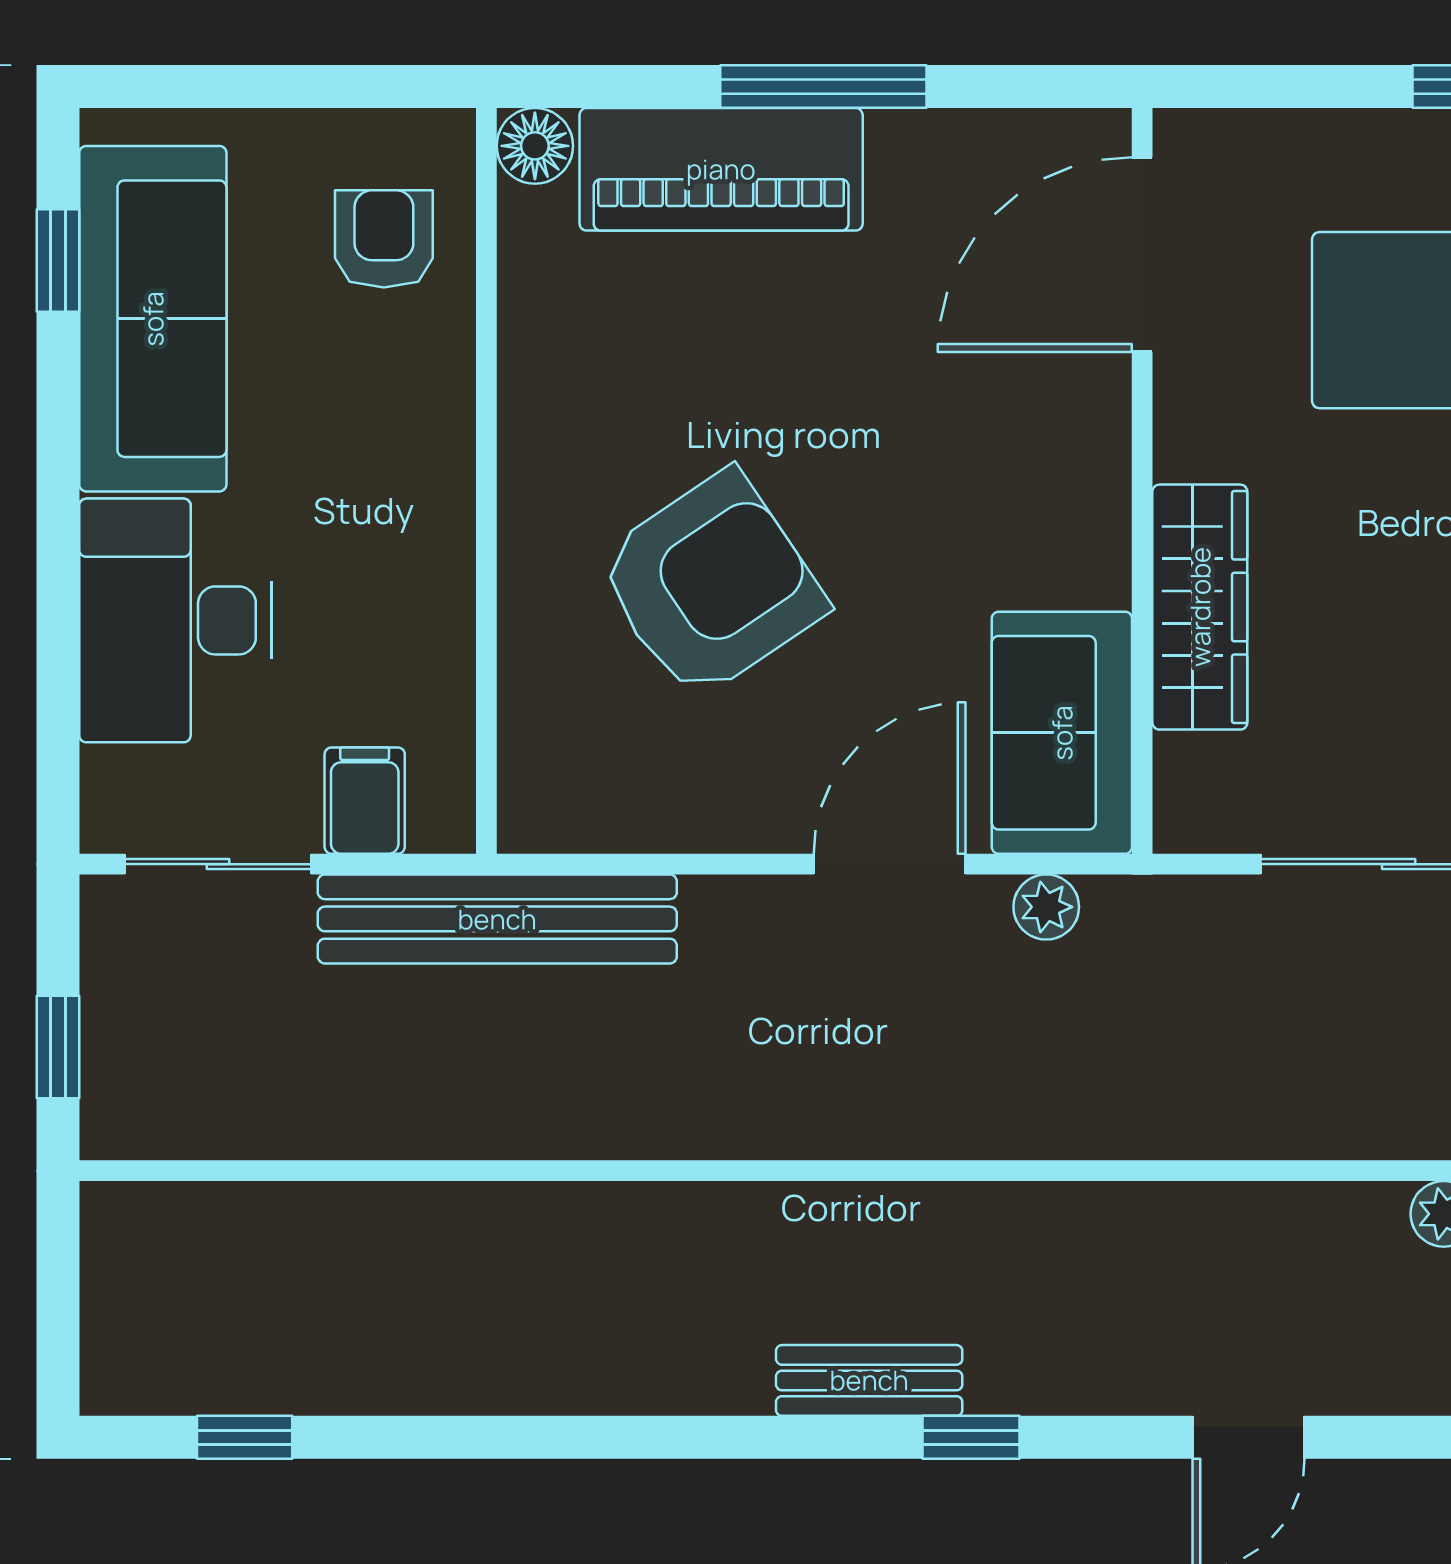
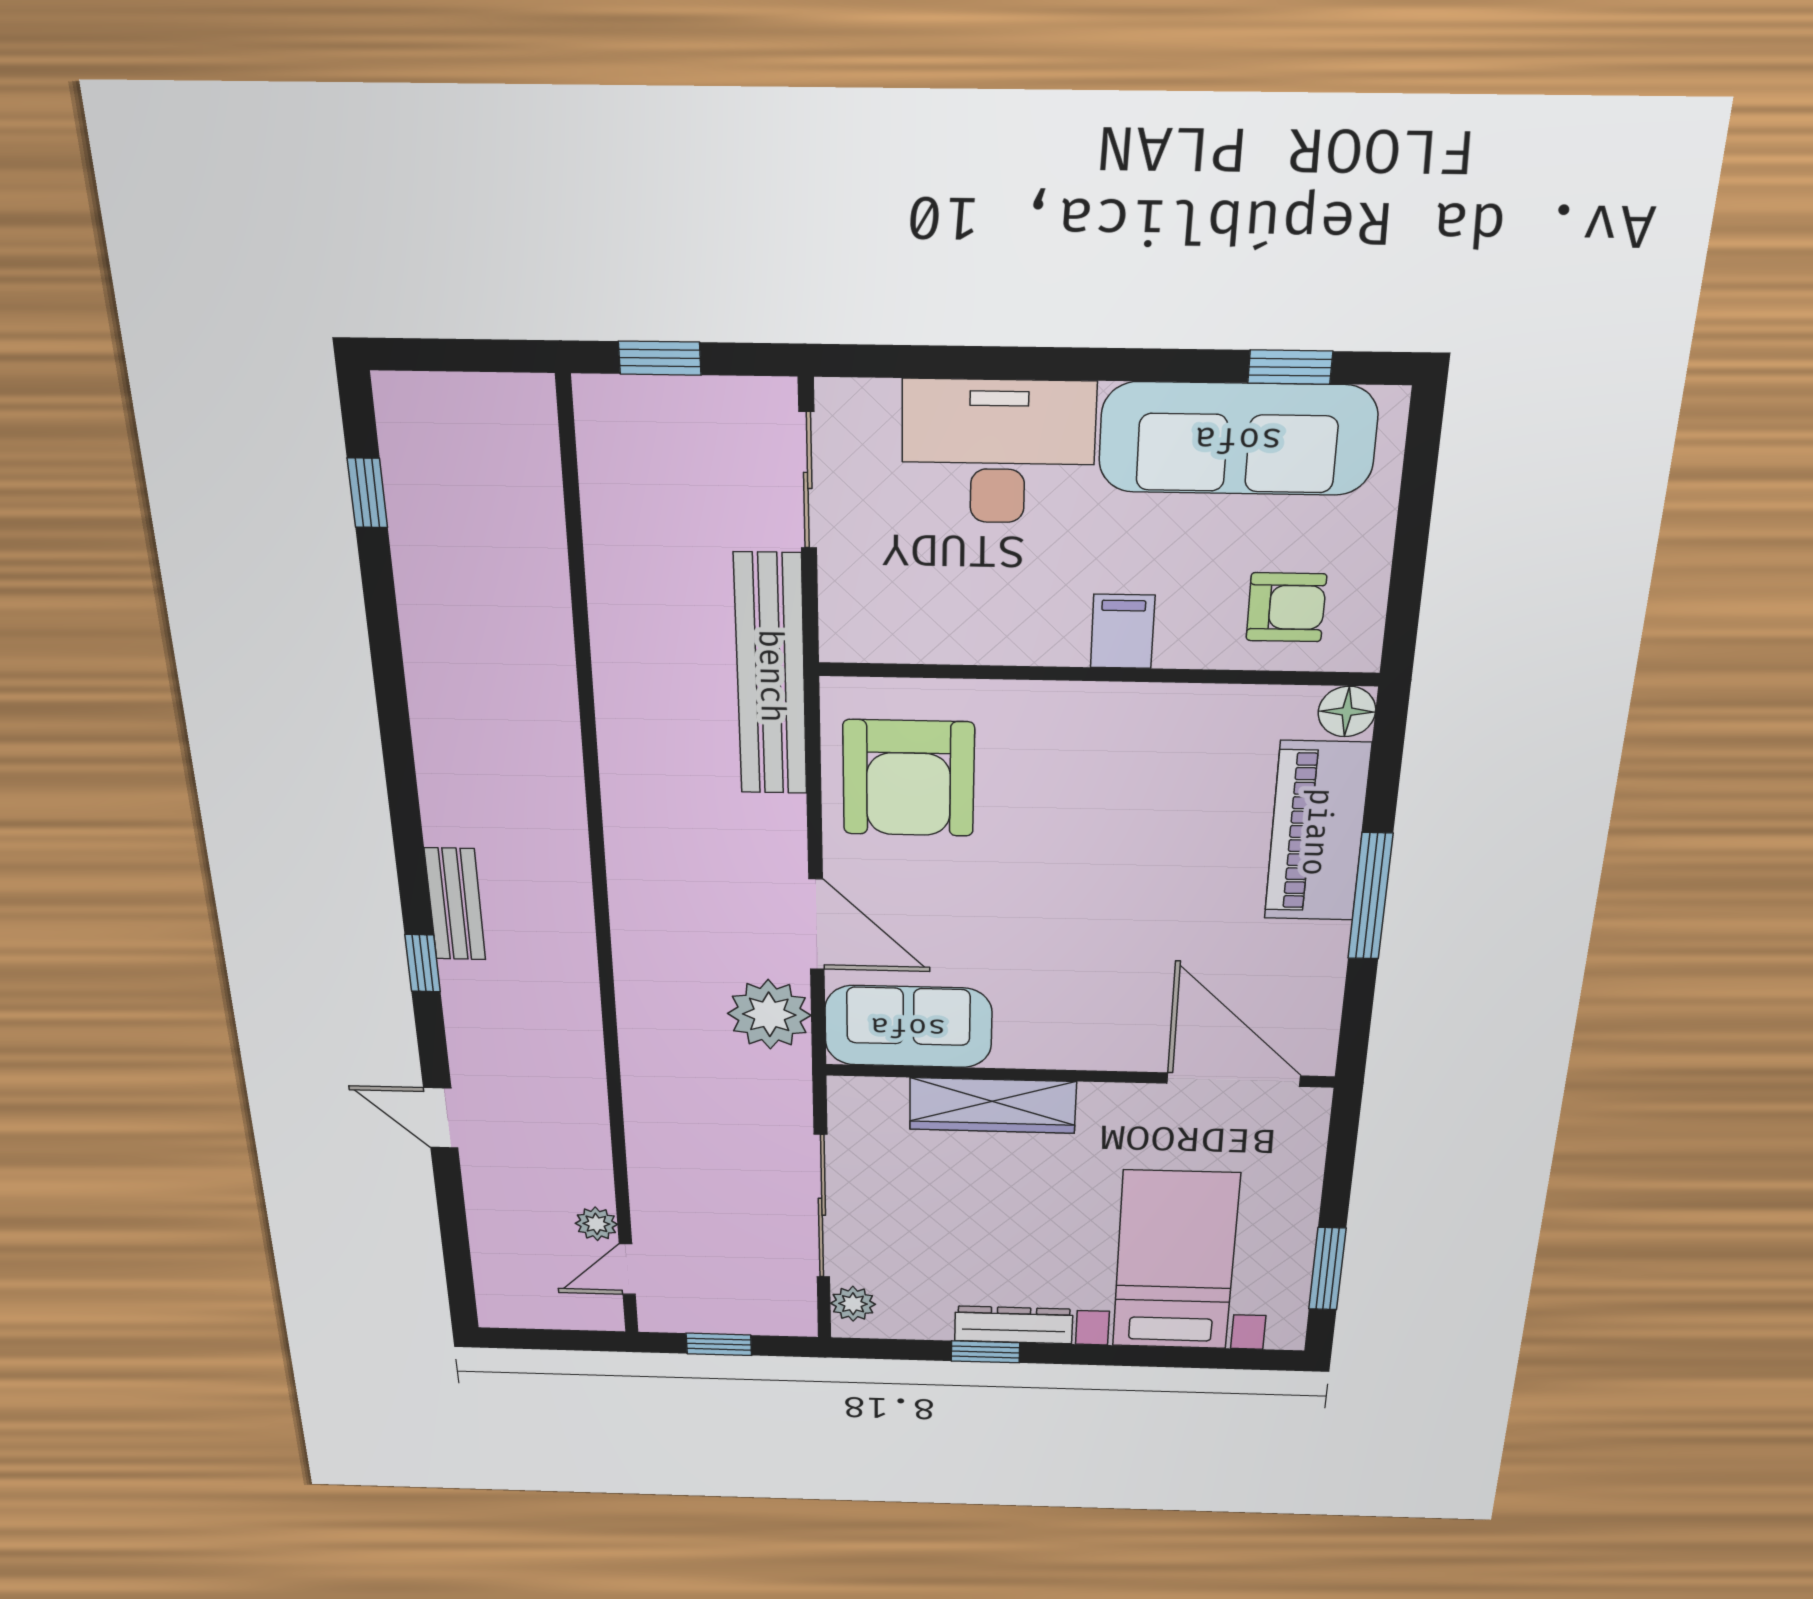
armchair: (711, 585) -> (909, 778), moved, turned 34
filing cabinet: (365, 801) -> (1122, 631), moved, turned -90
plant: (1046, 907) -> (769, 1014), width x1.88, depth x1.88

